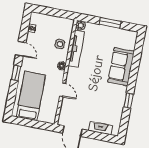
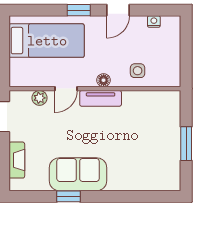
plant: (81, 25) -> (39, 98), moved
tv unit: (76, 49) -> (101, 98), moved, width x0.71
sofa: (121, 67) -> (78, 174), moved

